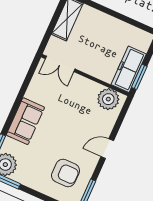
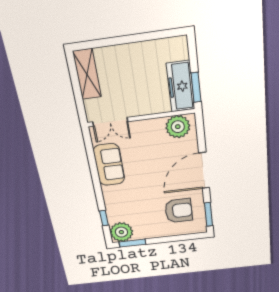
sofa: (25, 121) -> (109, 165), moved
door: (107, 149) -> (204, 170), width x1.87

